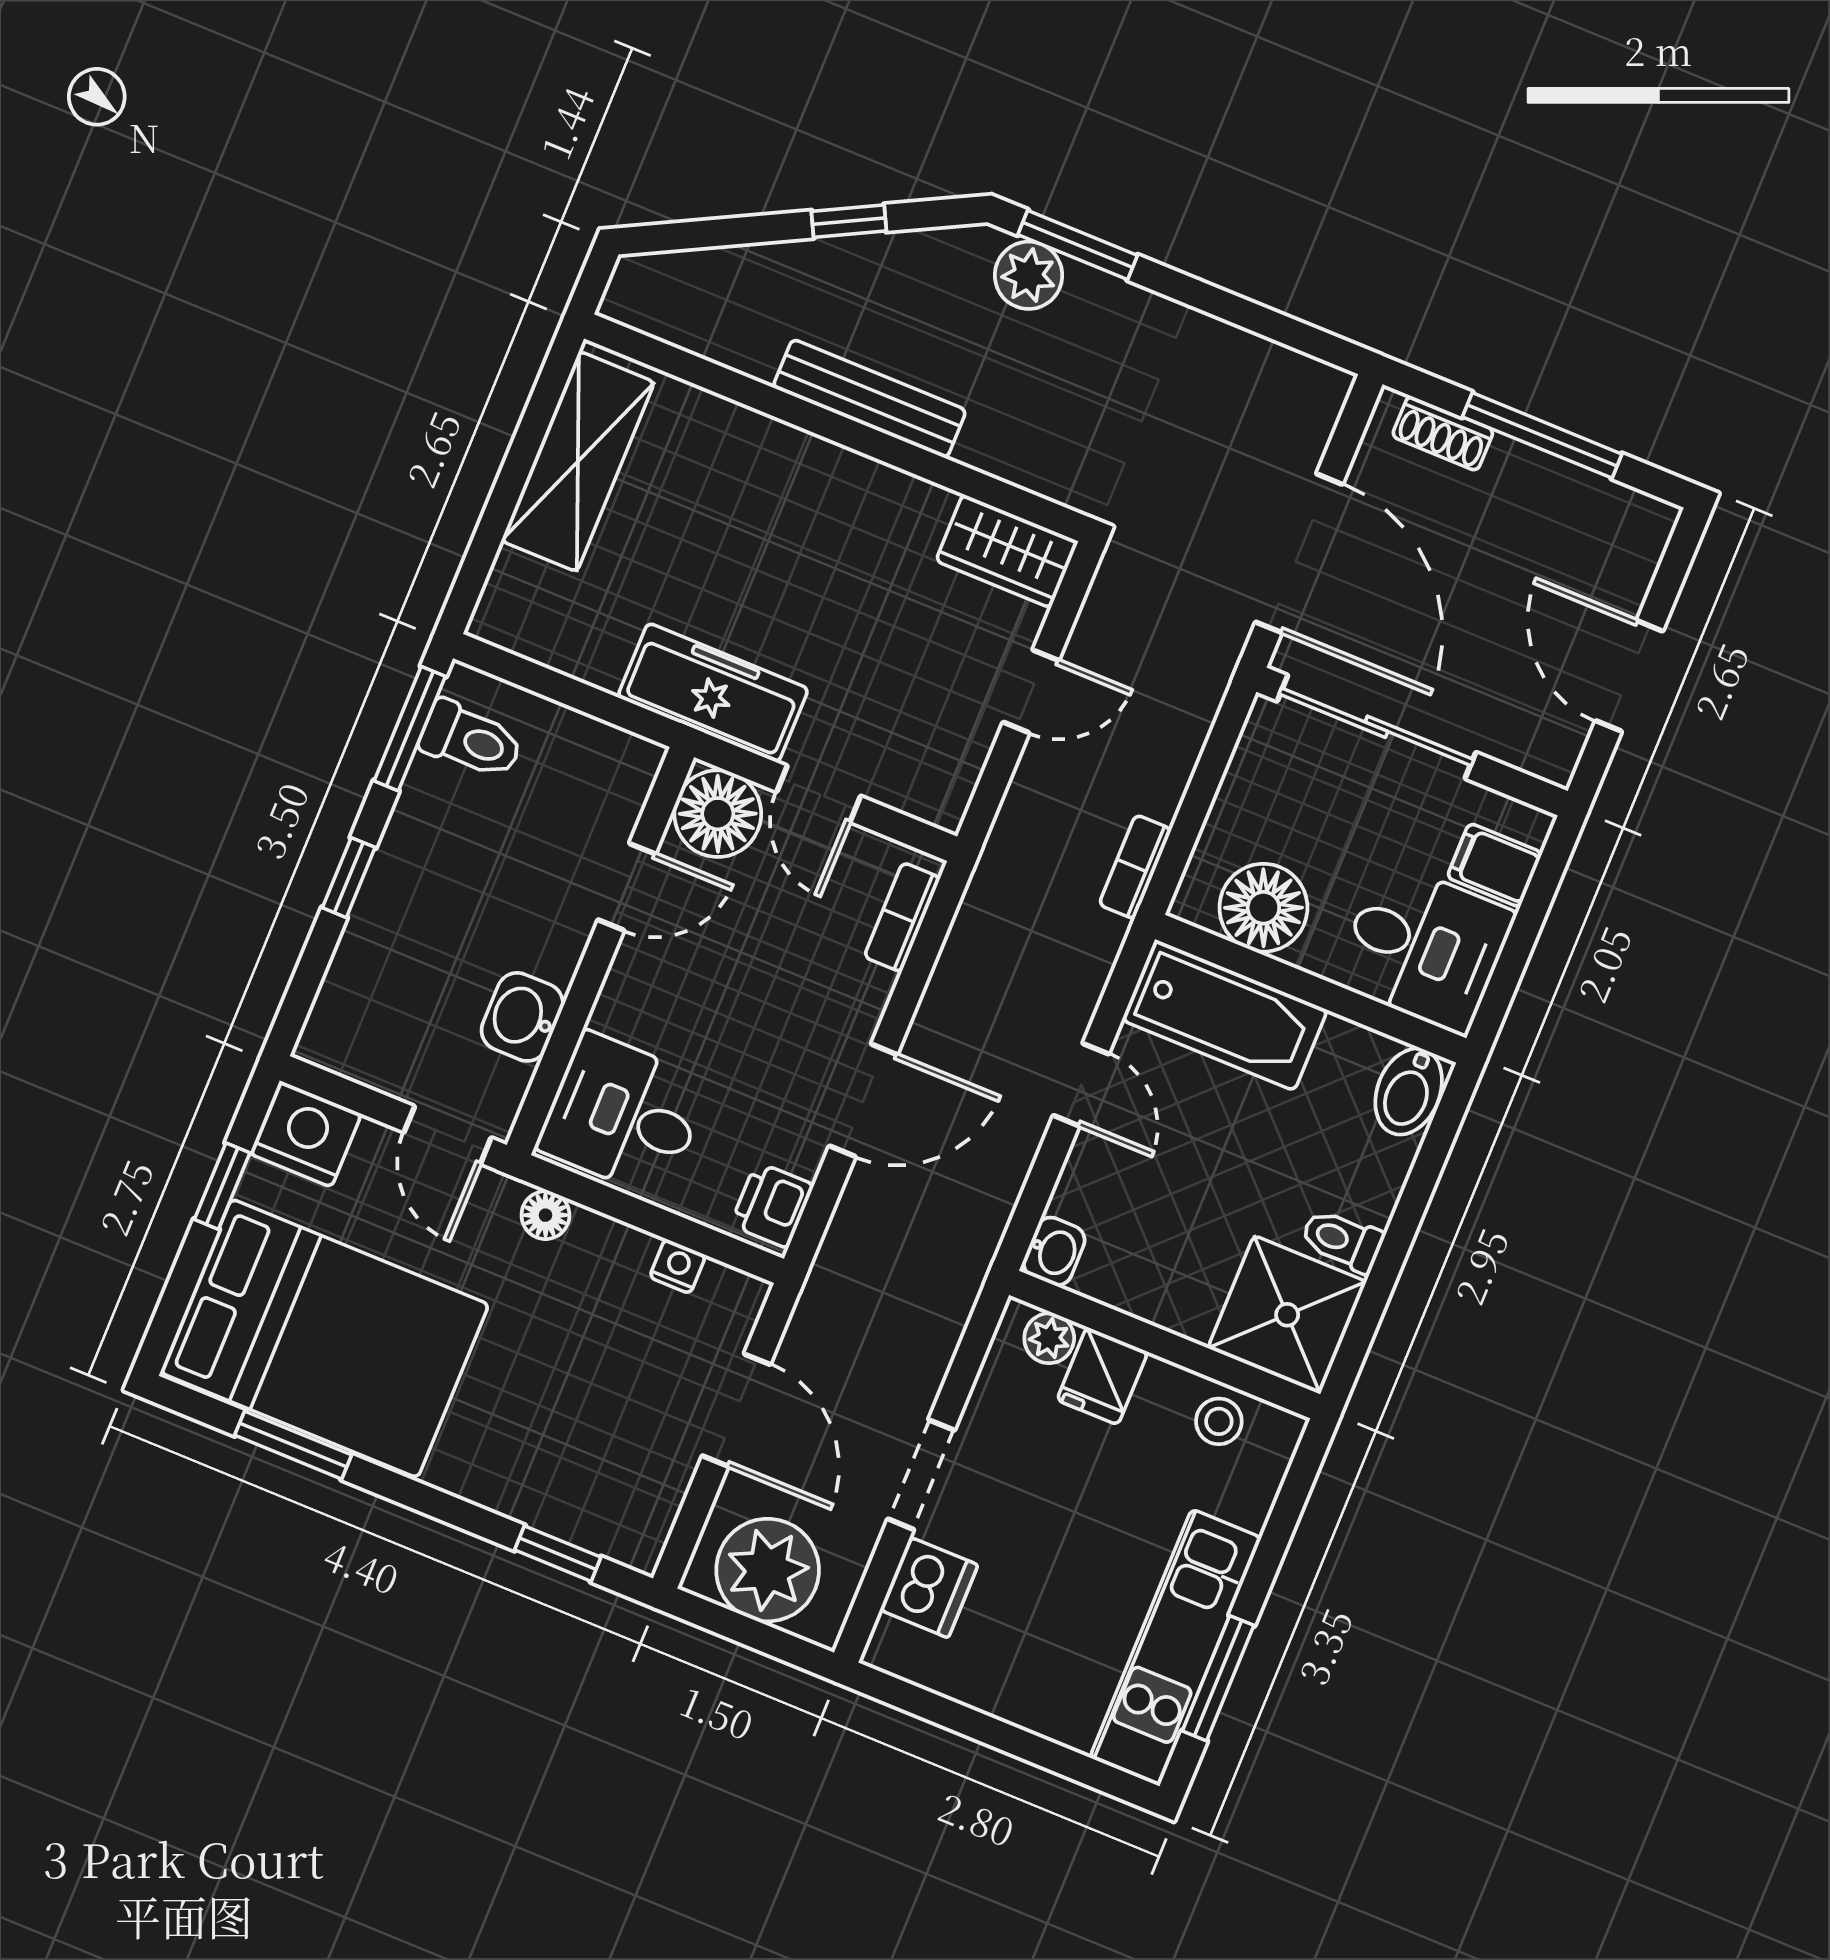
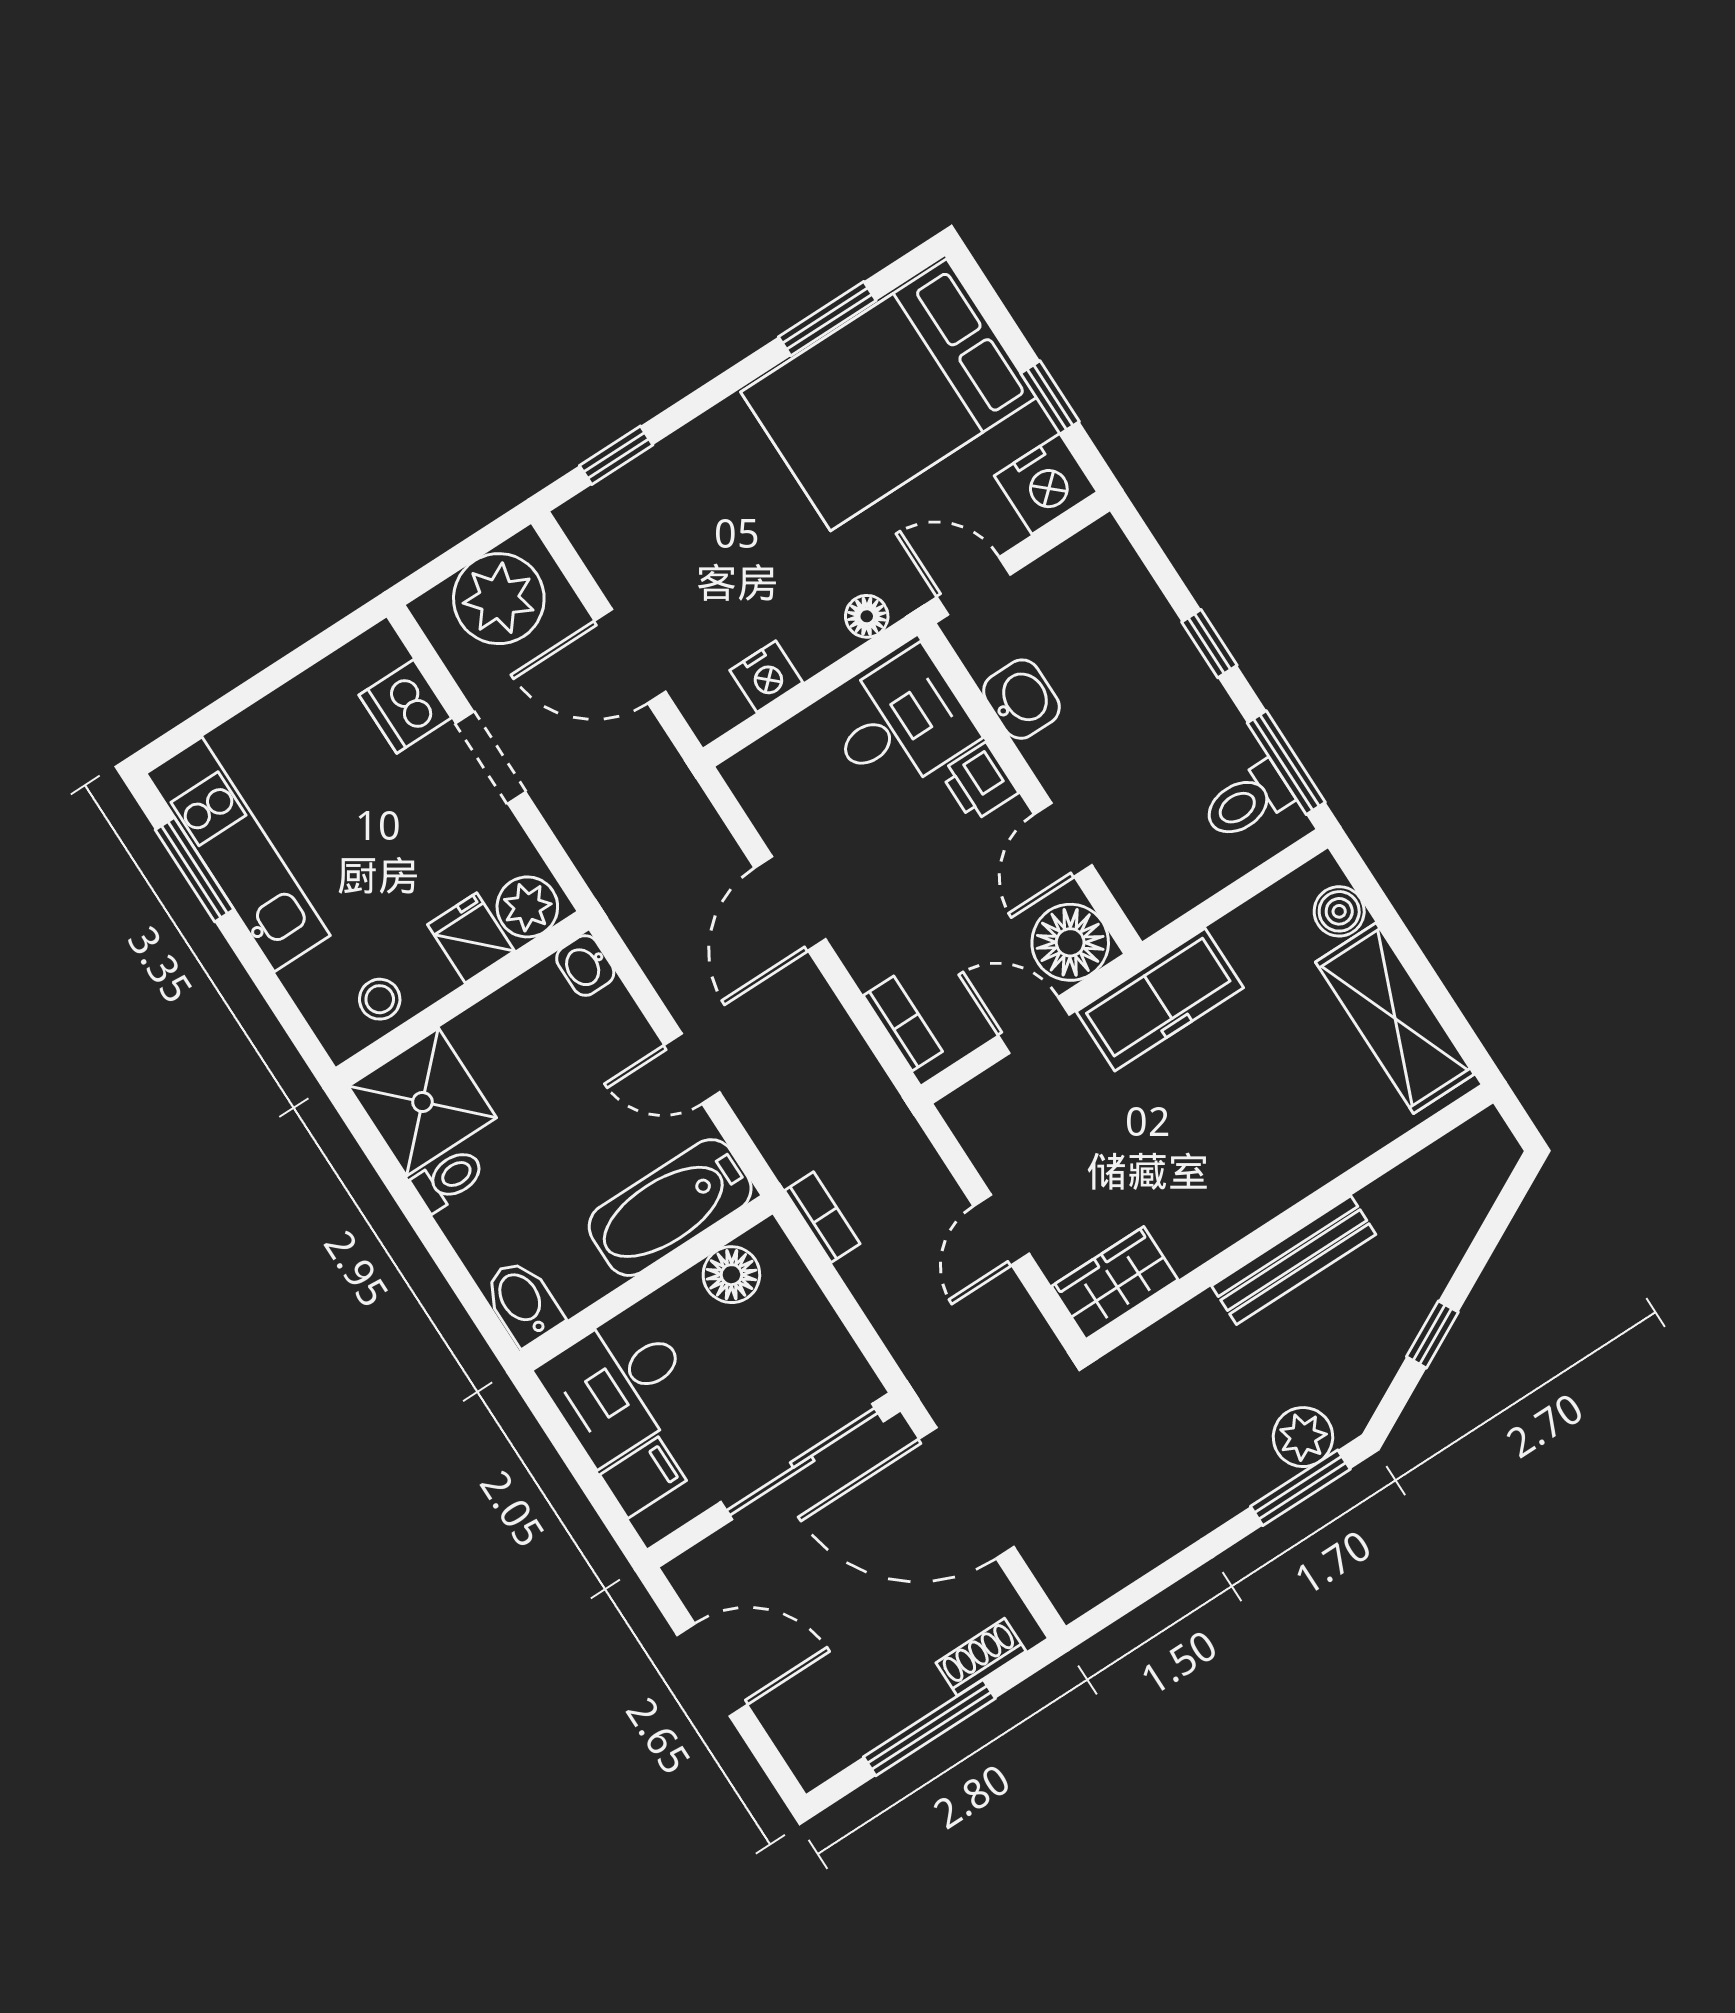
boiler: (514, 583) -> (1339, 911), added
floor lamp: (1263, 908) -> (731, 1275), width x0.73, depth x0.73
printer: (772, 1205) -> (979, 782), moved, turned 180
nightstand: (678, 1266) -> (766, 676), width x1.39, depth x1.35
plant: (1049, 1338) -> (527, 907), width x1.38, depth x1.38

